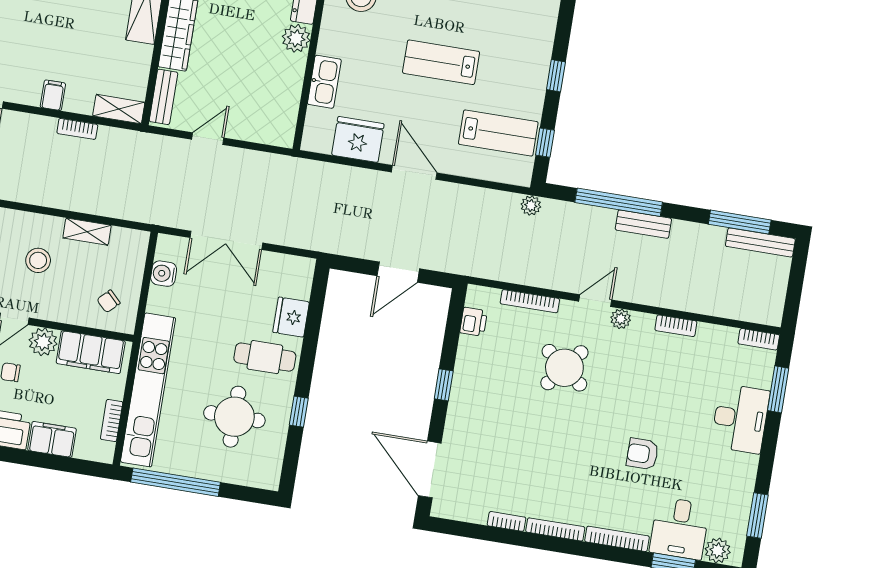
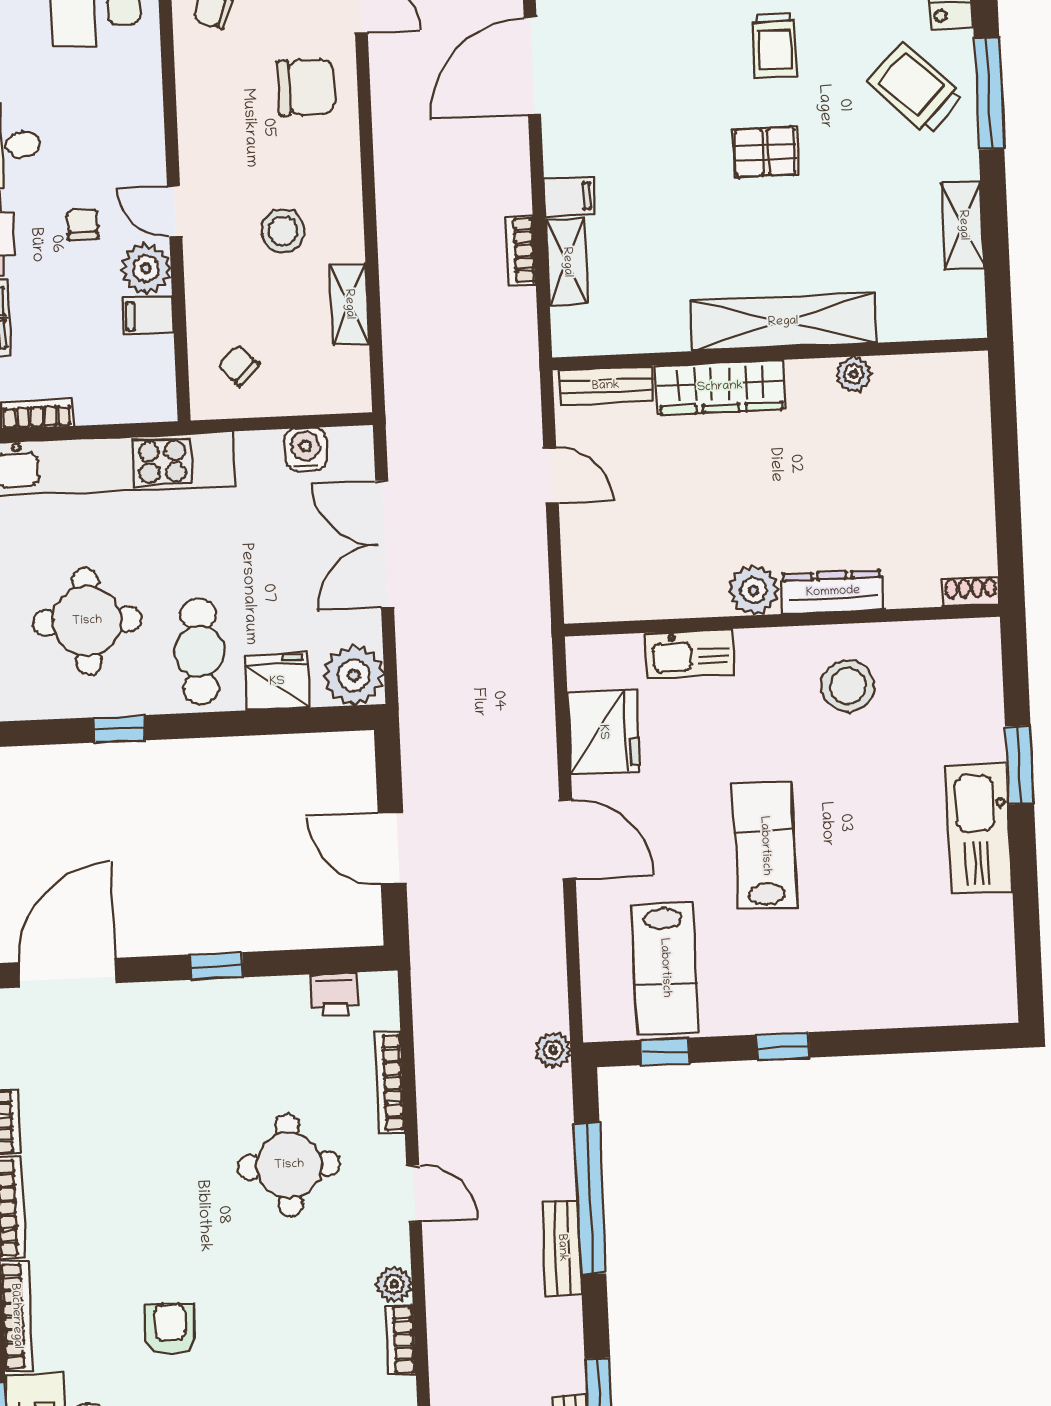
shelving: (119, 109) -> (567, 262), moved
door: (414, 172) -> (567, 840), hinge flipped
plant: (296, 273) -> (354, 675), added
plant: (621, 319) -> (394, 1284), moved
filing cabinet: (91, 352) -> (148, 316), width x0.33, depth x0.86
round table: (564, 368) -> (289, 1165), turned -38

